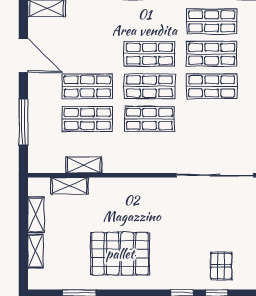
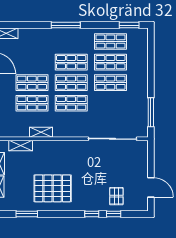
shelving: (84, 165) -> (41, 132), moved

